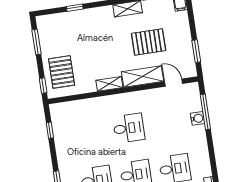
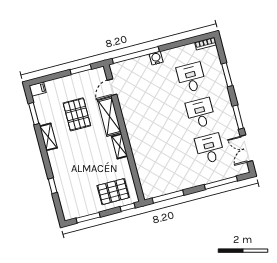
window: (205, 112) -> (136, 55), width x1.46
water cooler: (197, 118) -> (156, 58), moved
desk: (129, 128) -> (158, 124), removed
window: (50, 130) -> (168, 197), width x2.17

